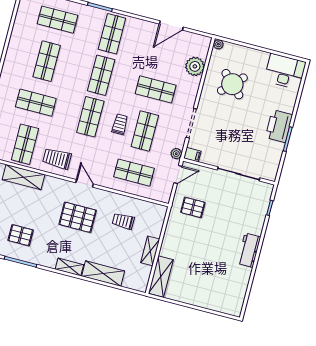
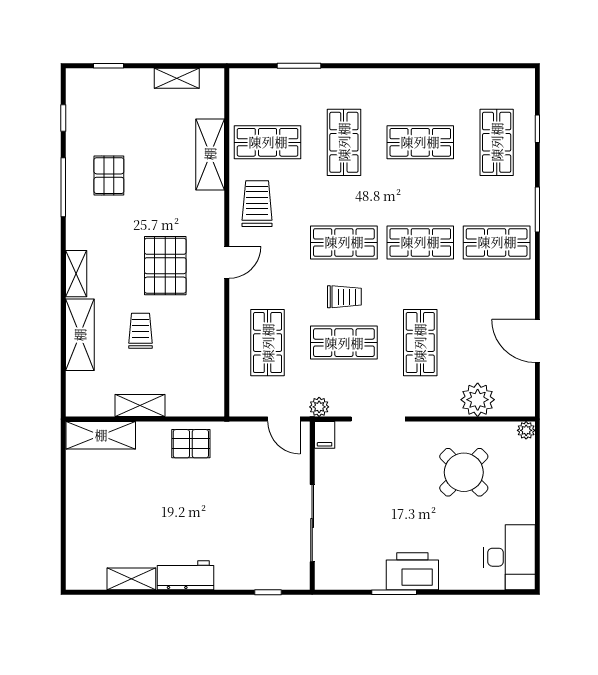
pallet: (193, 207) -> (191, 444), moved, turned 90
trolley: (123, 221) -> (140, 331), moved
shelving: (243, 280) -> (131, 579), added

